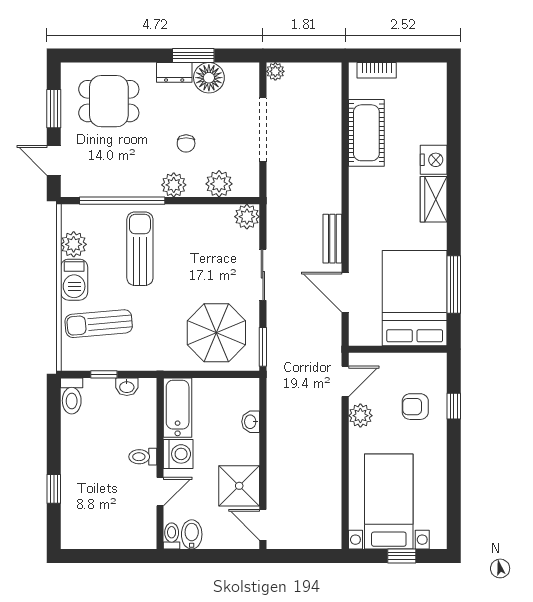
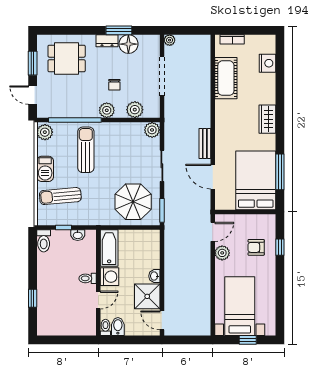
nightstand: (434, 160) -> (267, 63), moved
plant: (74, 244) -> (45, 132), moved
washbasin: (251, 422) -> (154, 276), moved

